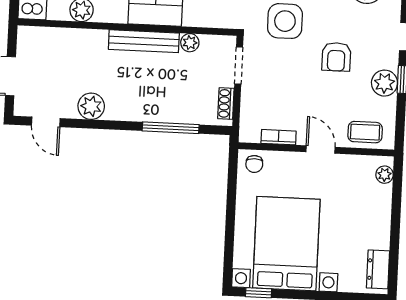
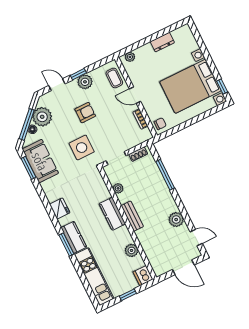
bench: (144, 41) -> (132, 216), width x0.73
door: (46, 122) -> (196, 238), hinge flipped
door: (321, 150) -> (135, 95), hinge flipped
dresser: (378, 269) -> (162, 42), moved

